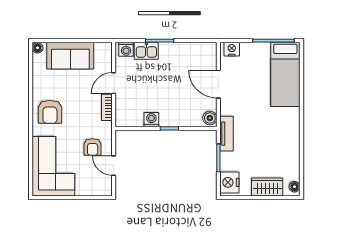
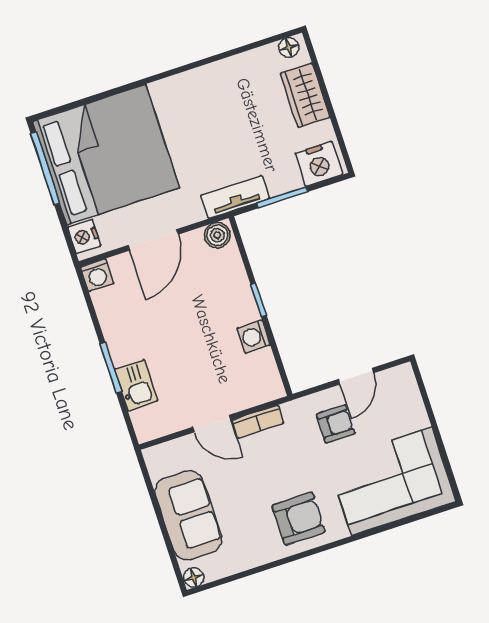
washing machine: (126, 49) -> (97, 275), moved, turned 90
bed: (285, 74) -> (106, 155), width x2.04

